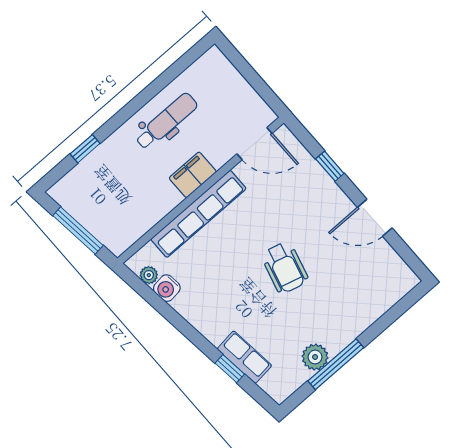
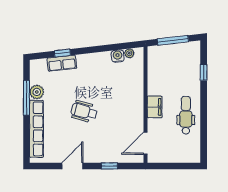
dental chair: (166, 121) -> (186, 115), turned 180
row of seats: (198, 214) -> (36, 129), moved, turned 180

